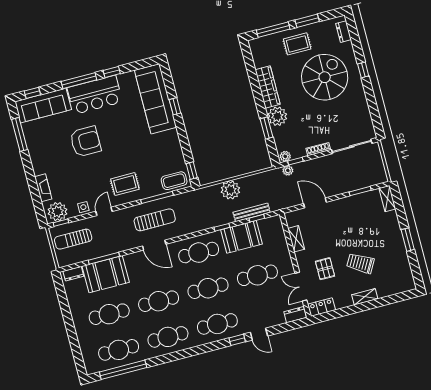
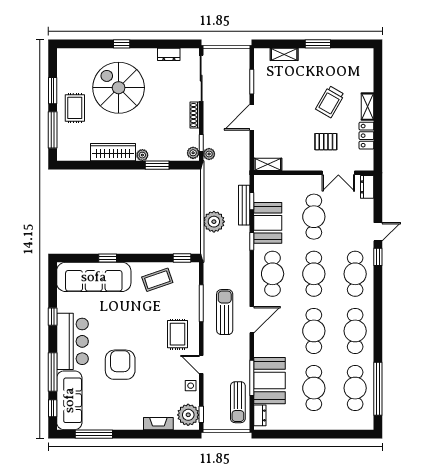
dresser: (343, 32) -> (169, 54), moved
window: (79, 81) -> (53, 372), moved
plant: (277, 116) -> (142, 155), width x0.53, depth x0.53
coffee table: (174, 181) -> (157, 280), moved, turned 71
shelving: (387, 199) -> (284, 54), moved
door: (315, 203) -> (252, 117), moved
sun lounger: (73, 239) -> (238, 402), moved
shelving: (296, 239) -> (268, 164), moved
locker: (322, 307) -> (366, 136), moved

